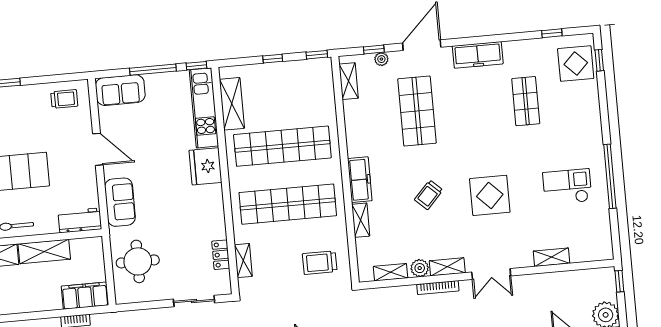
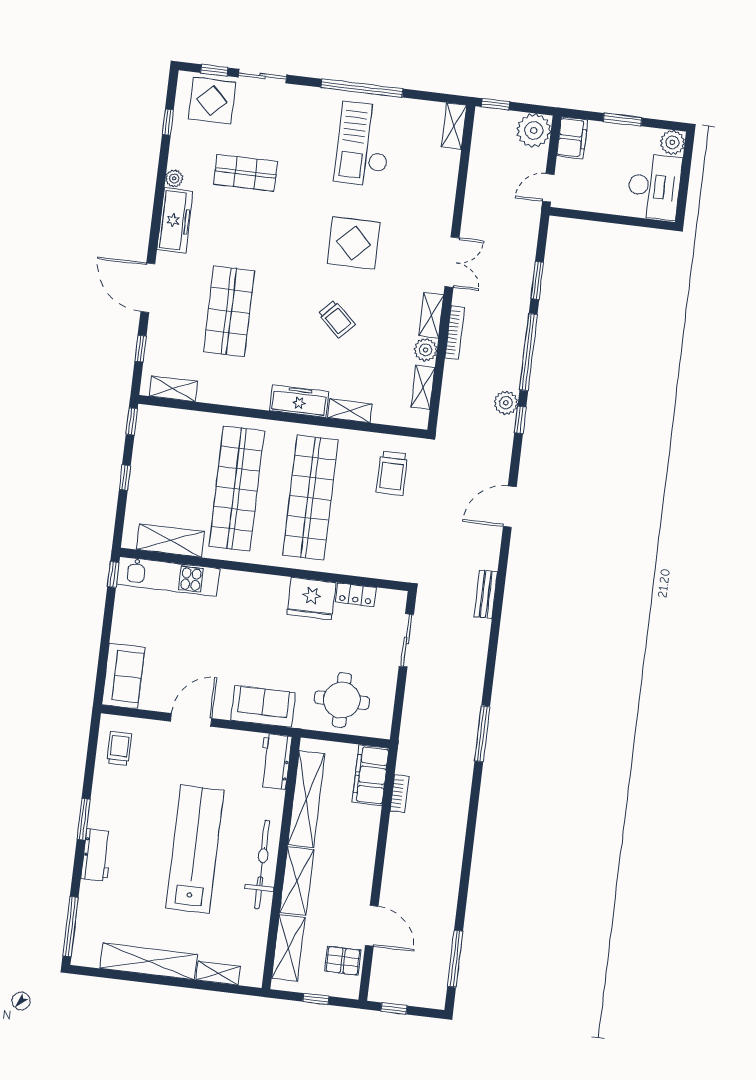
plant: (381, 59) -> (174, 178), moved
window: (153, 70) -> (106, 630), removed
sliding door: (603, 98) -> (263, 76), added
shop shelf: (417, 111) -> (229, 311), turned 90
fridge: (205, 166) -> (311, 599), moved
checkout: (567, 187) -> (363, 144), width x1.36, depth x1.21
shelving: (44, 252) -> (306, 799), width x1.47
shelving: (551, 257) -> (454, 126), moved
shelving: (243, 261) -> (369, 568), removed

